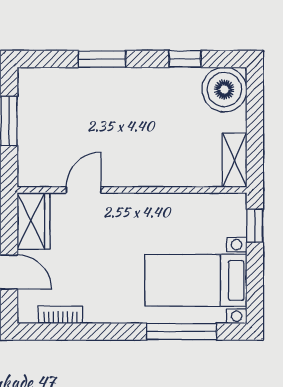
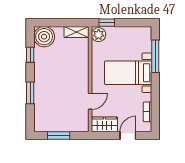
door: (84, 190) -> (90, 101), swing flipped
plant: (229, 208) -> (99, 35), added
bed with nightstands: (196, 280) -> (128, 73), moved, turned 90

